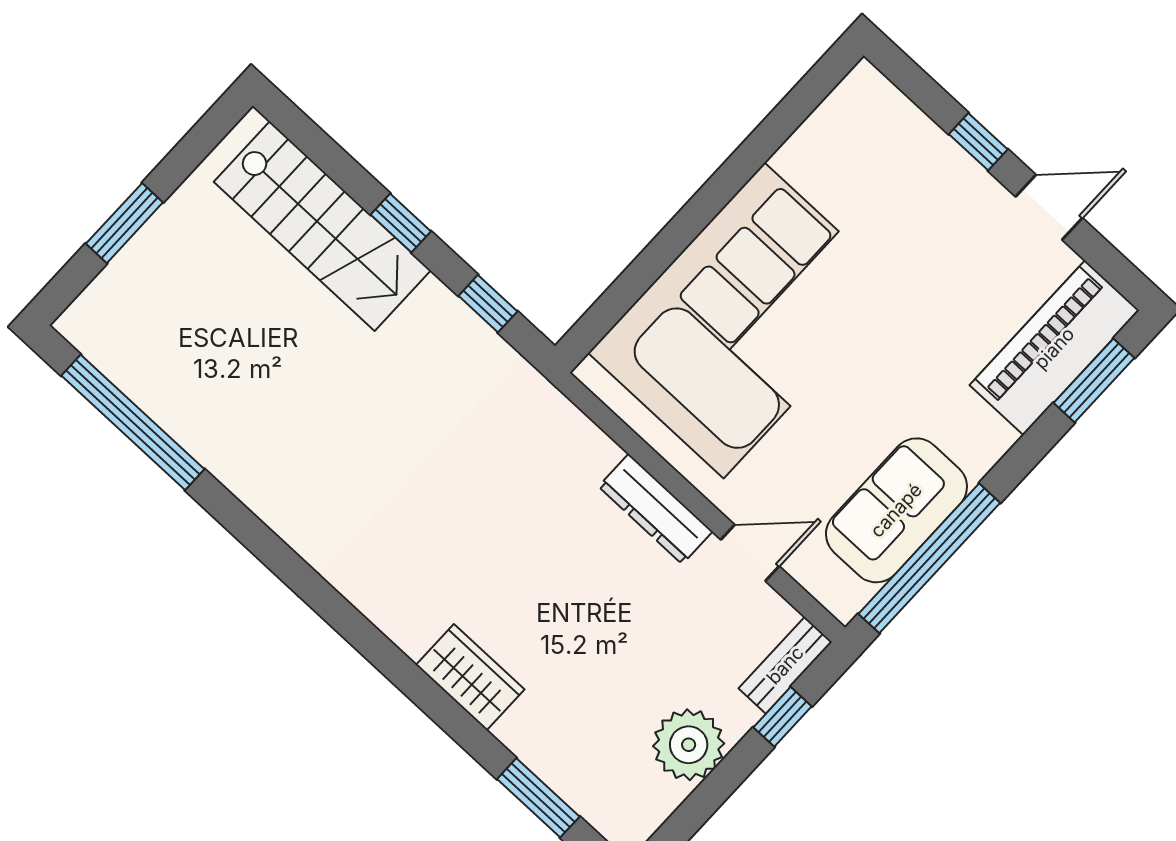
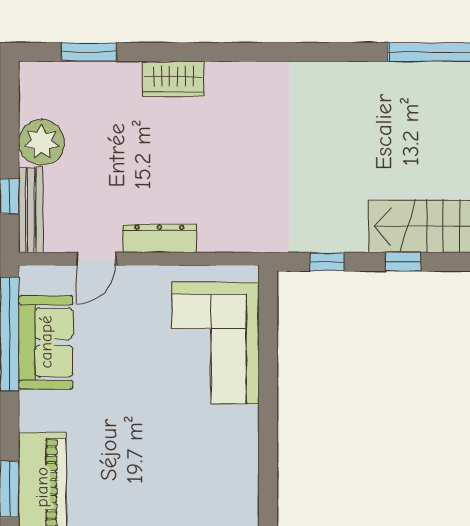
corner sofa: (744, 320) -> (215, 343), width x0.73, depth x0.74
bench: (785, 665) -> (31, 210), width x1.36

